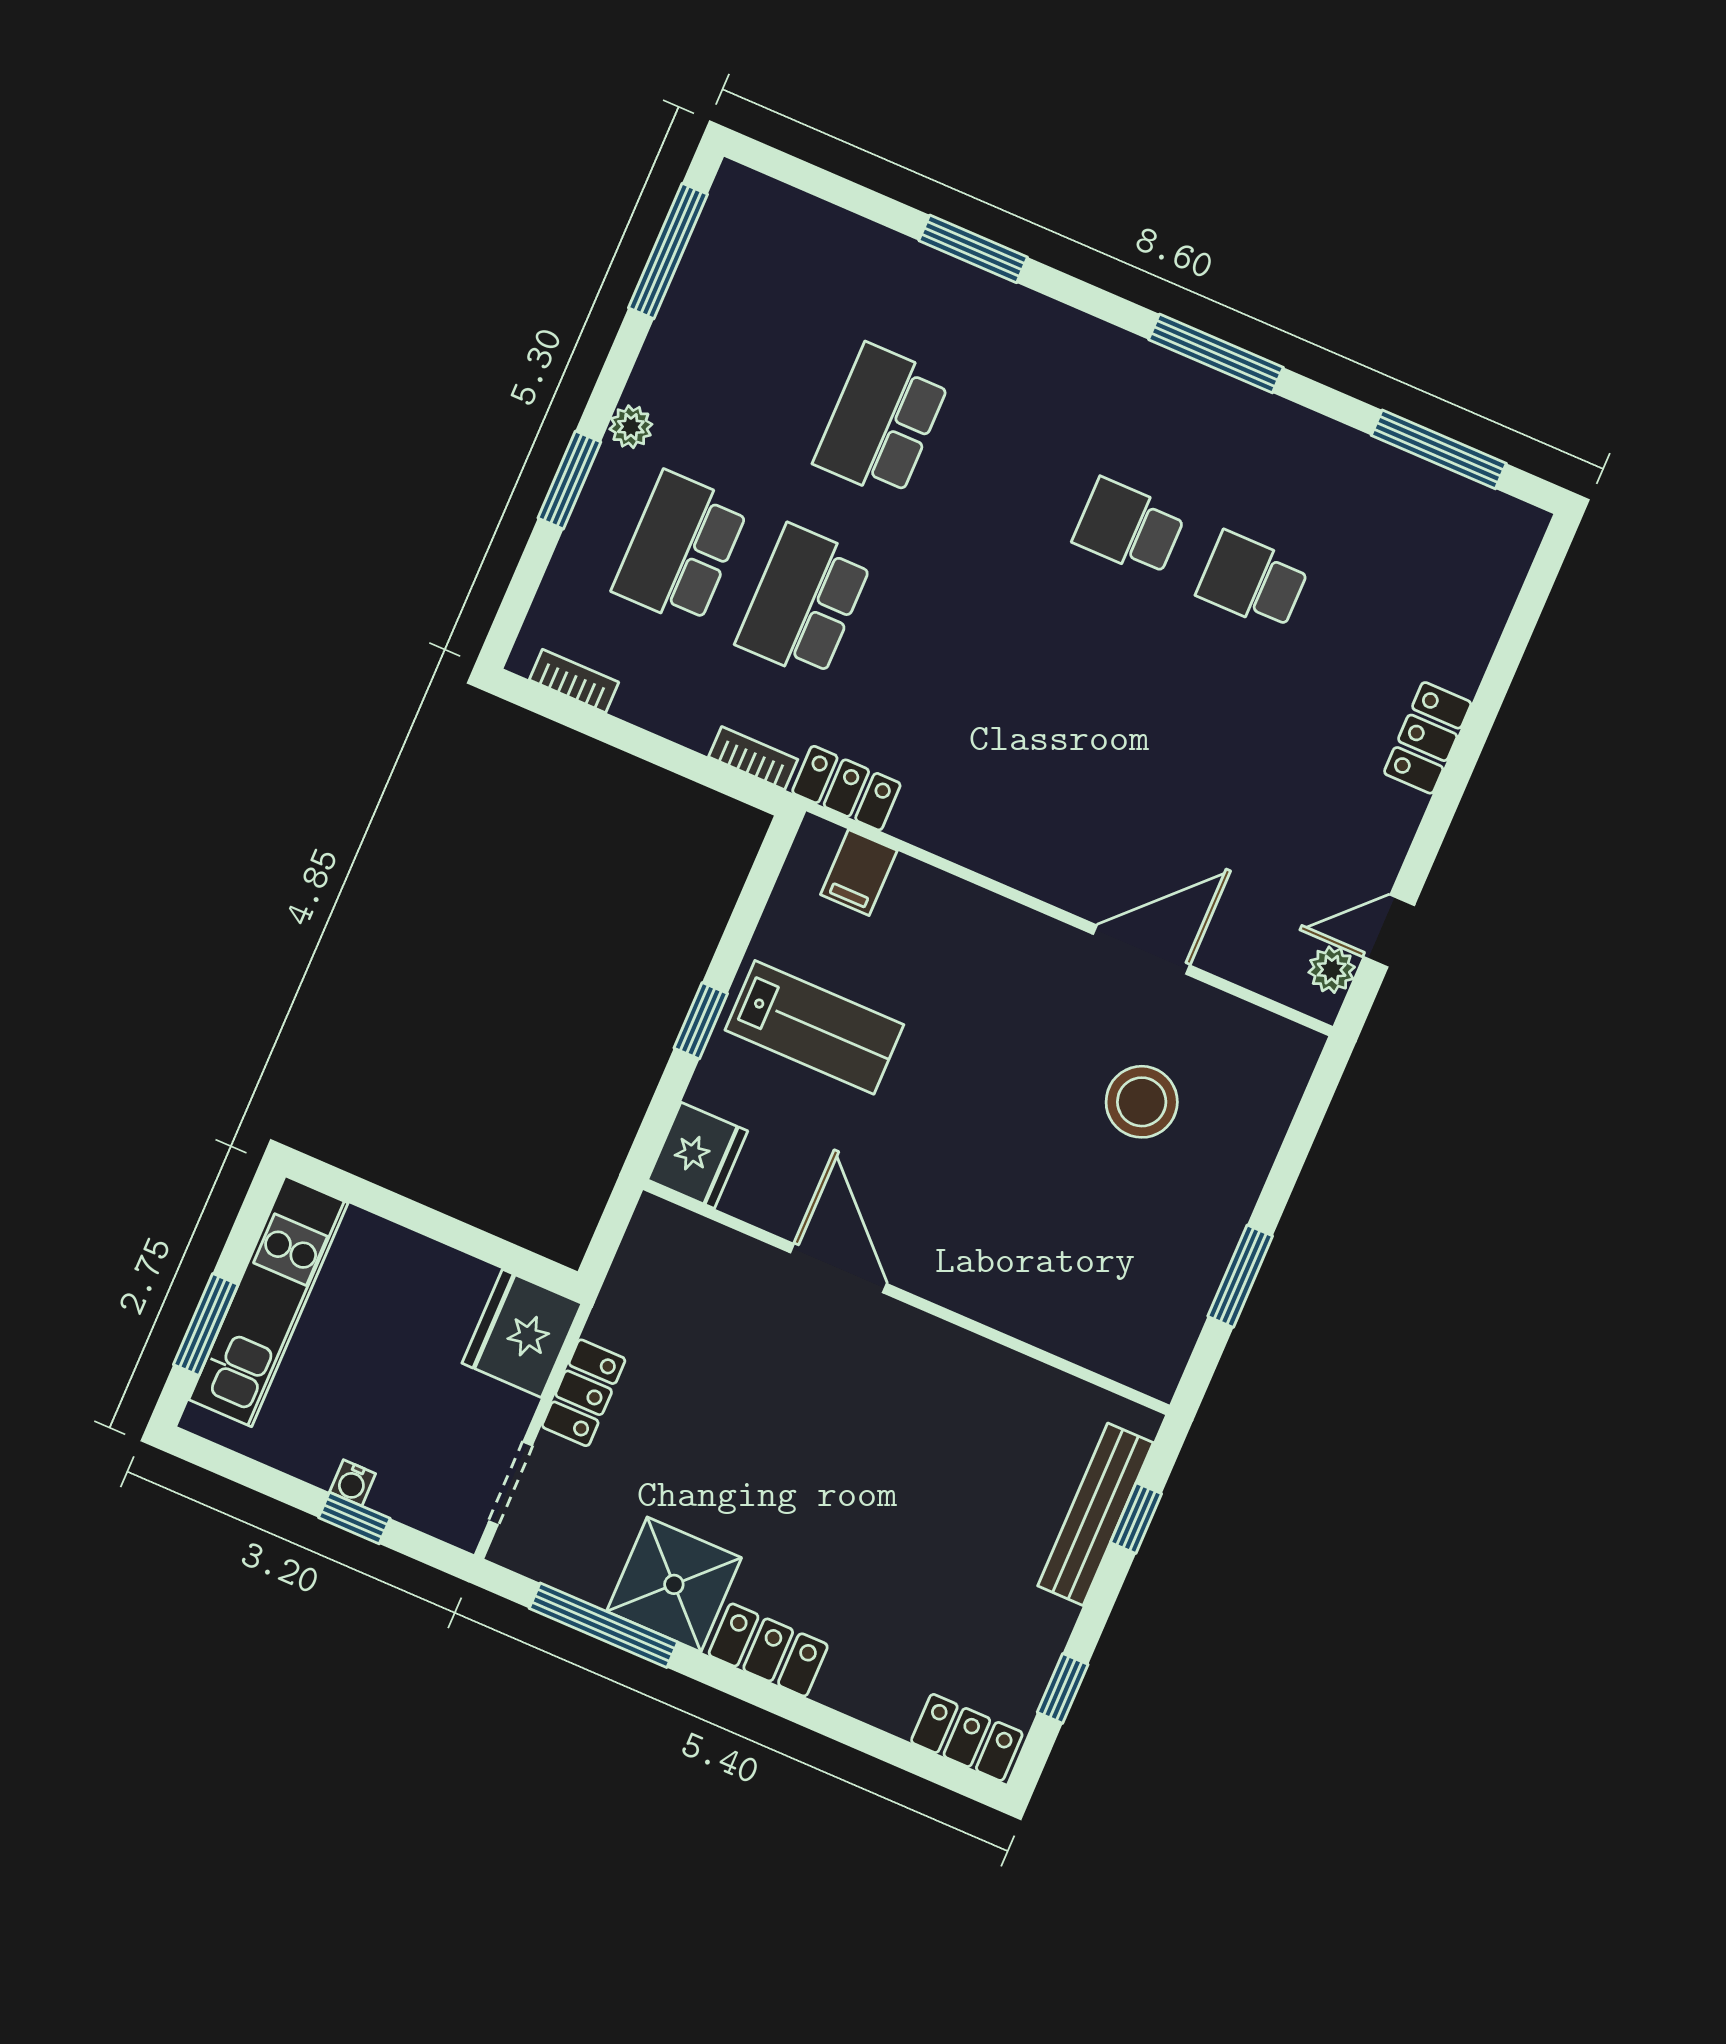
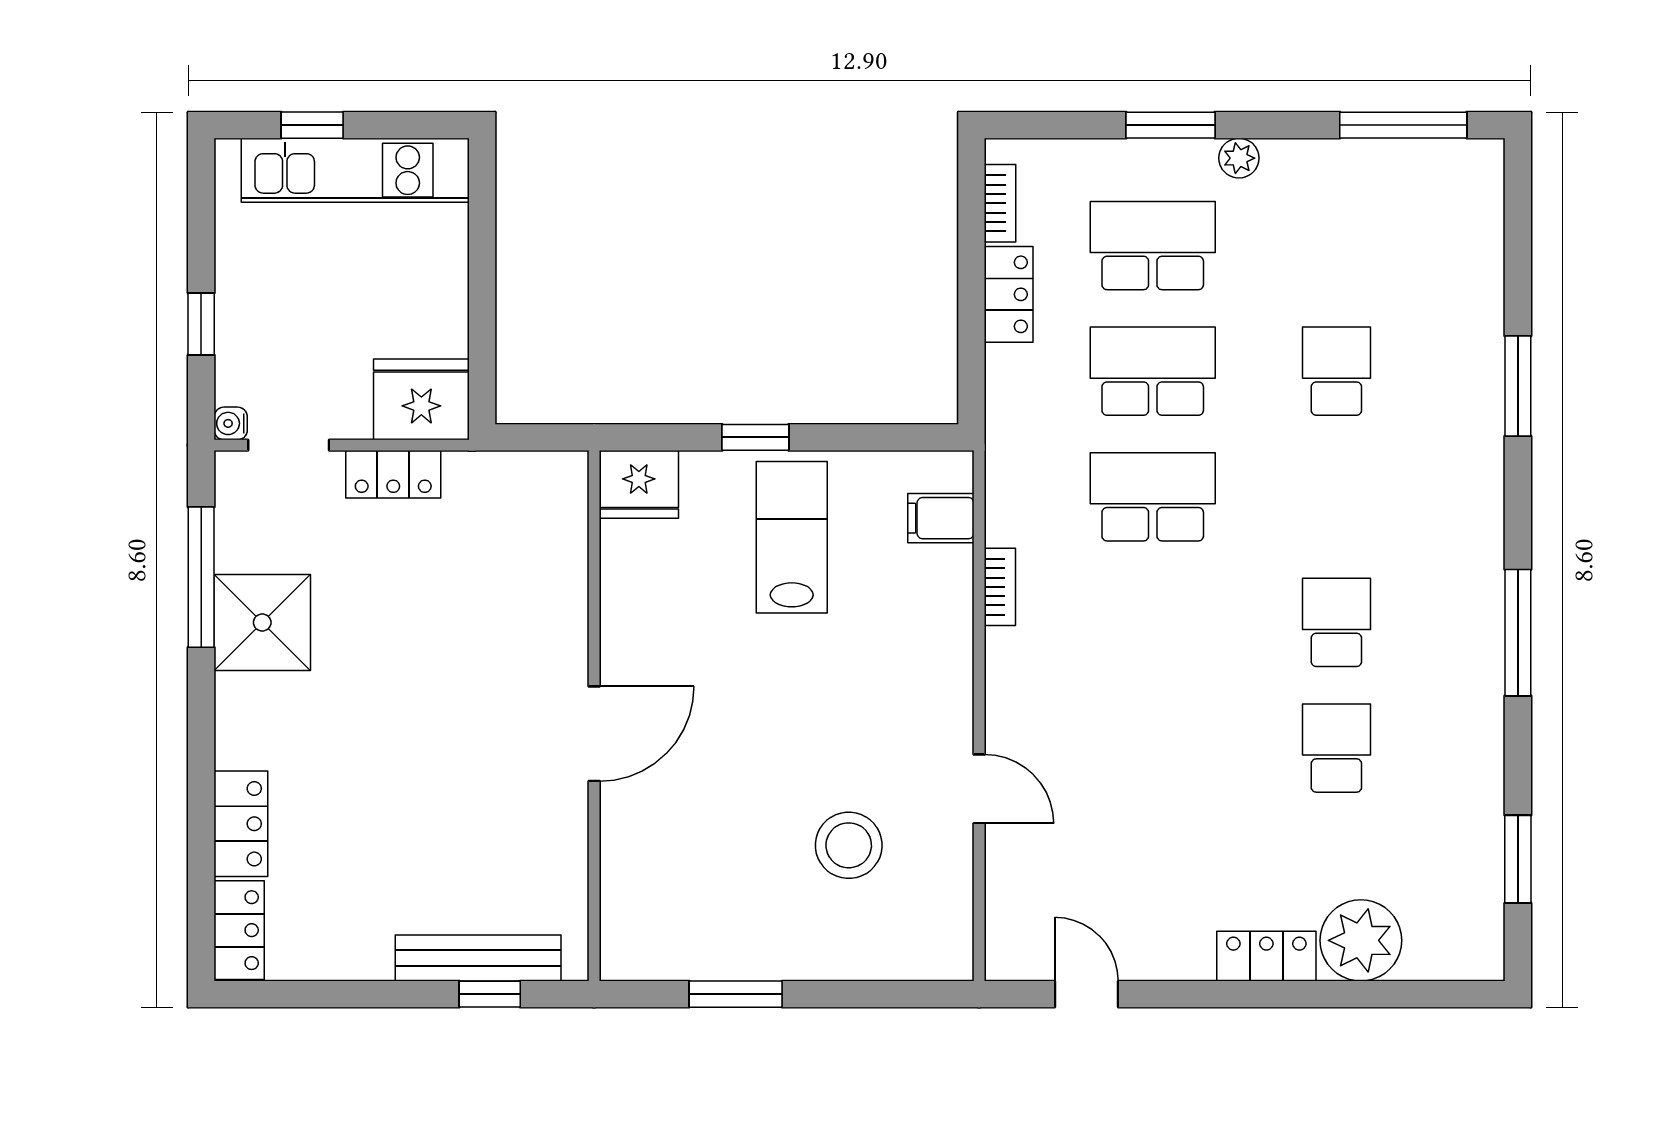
school desk: (882, 421) -> (1336, 371), width x0.54
window: (1439, 449) -> (1518, 859), width x0.69
school desk: (928, 655) -> (1153, 497), added
bookcase: (753, 758) -> (1000, 587), moved
locker: (846, 788) -> (1009, 294), moved
door: (1141, 950) -> (979, 789), width x0.73
plant: (1332, 970) -> (1361, 940), moved, width x1.87, depth x1.87
lab bench: (814, 1027) -> (792, 537), turned 180
door: (838, 1268) -> (594, 734), moved
window: (206, 1325) -> (312, 125), width x0.67
water cooler: (353, 1483) -> (231, 423), moved
locker: (768, 1650) -> (241, 824), moved
window: (1063, 1688) -> (317, 994), removed

